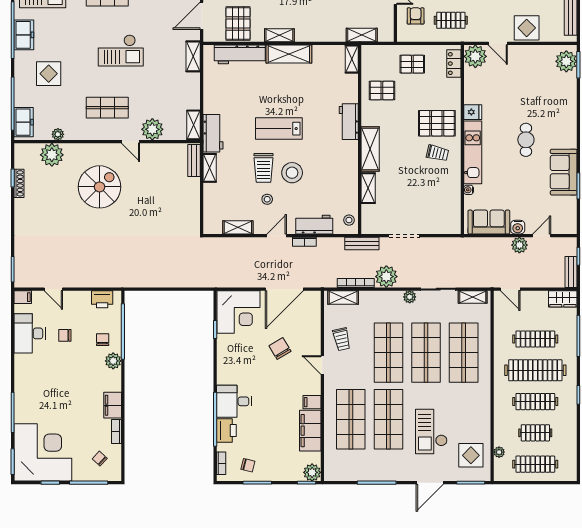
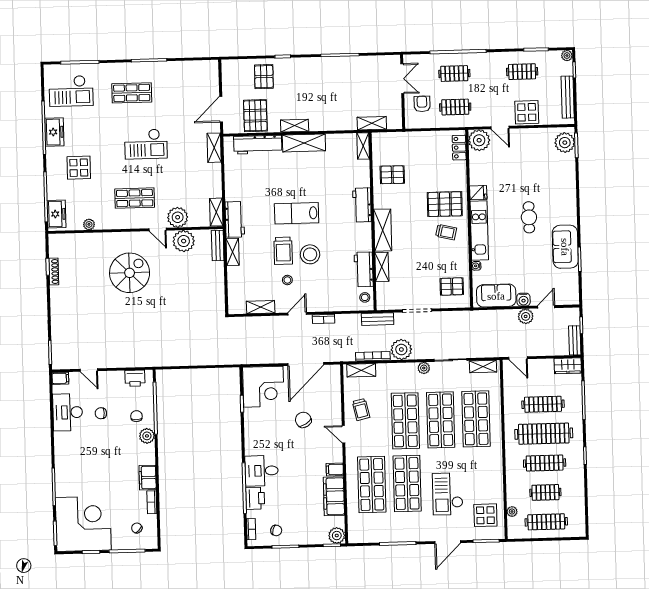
pallet: (412, 64) -> (452, 286), moved
plant: (52, 155) -> (184, 241), moved
workbench: (314, 225) -> (364, 269), moved, turned -90

